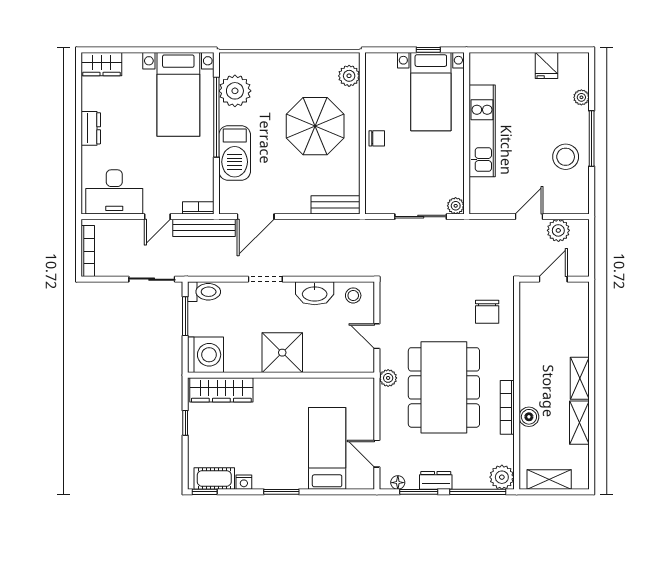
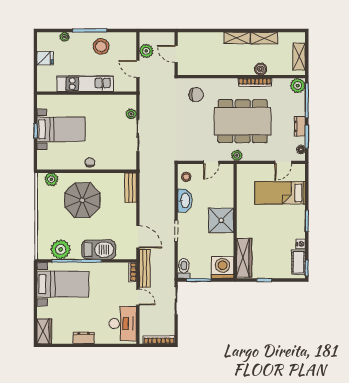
kitchen unit: (482, 131) -> (85, 84), moved
wall: (467, 133) -> (87, 93), moved

